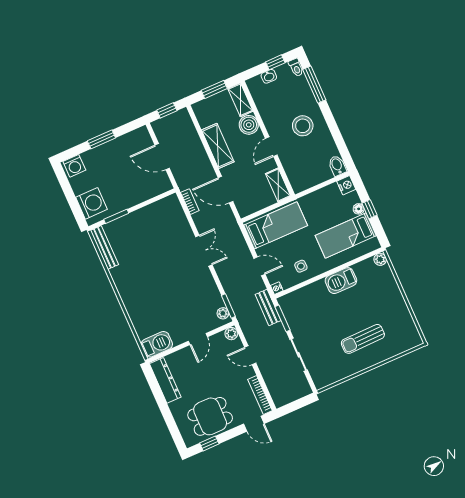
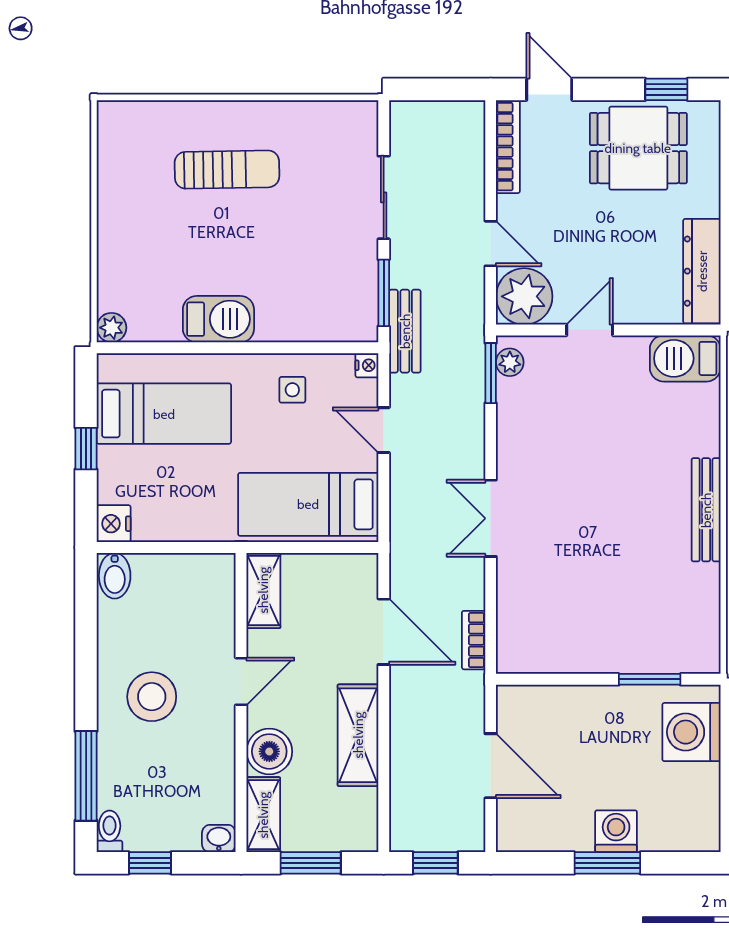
washbasin: (269, 76) -> (219, 839), moved
washing machine: (74, 166) -> (616, 831), moved
floor lamp: (359, 209) -> (110, 460), removed
bench: (104, 248) -> (706, 510), moved
plant: (231, 334) -> (524, 296), width x1.87, depth x1.87

